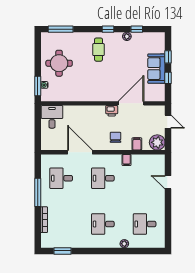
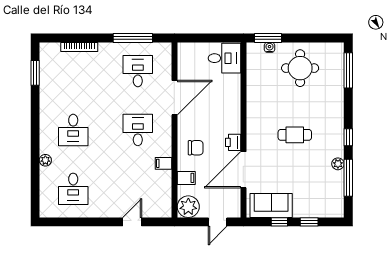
window: (137, 29) -> (348, 178), width x2.17
cafe table: (99, 50) -> (295, 135), moved
sofa: (156, 69) -> (271, 206), moved
door: (131, 103) -> (243, 170), swing flipped
window: (38, 192) -> (133, 38), moved
desk: (103, 224) -> (73, 130), turned 180
desk: (145, 224) -> (73, 189), turned 180

